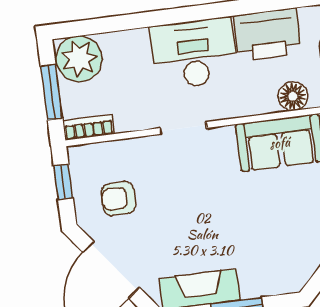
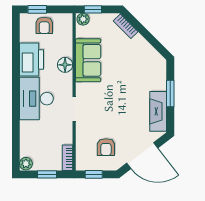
plant: (79, 59) -> (26, 164), width x0.53, depth x0.53
window: (52, 92) -> (47, 174), width x0.67
floor lamp: (293, 96) -> (65, 65), moved

